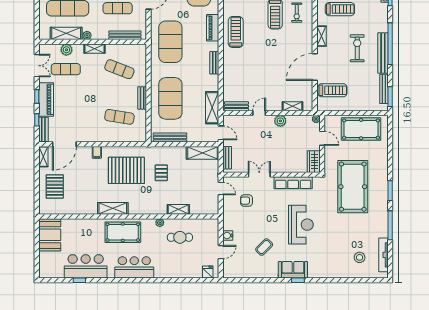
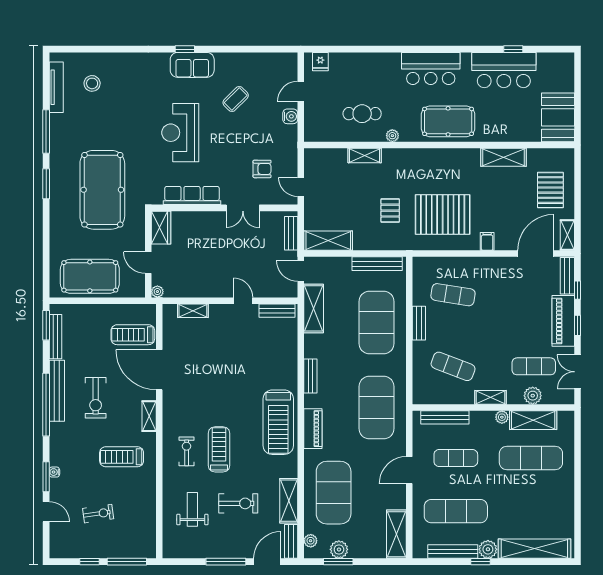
treadmill: (236, 32) -> (278, 422), width x1.37, depth x1.38
door: (315, 67) -> (159, 370), swing flipped
door: (259, 113) -> (243, 301), swing flipped
plant: (280, 121) -> (211, 289), removed
shelving: (113, 208) -> (504, 157), moved

